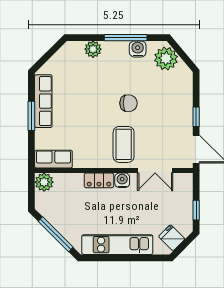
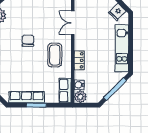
coffee table: (124, 144) -> (55, 55), moved, turned 90
double door: (155, 171) -> (73, 23), swing flipped
water cooler: (122, 180) -> (79, 85), moved

